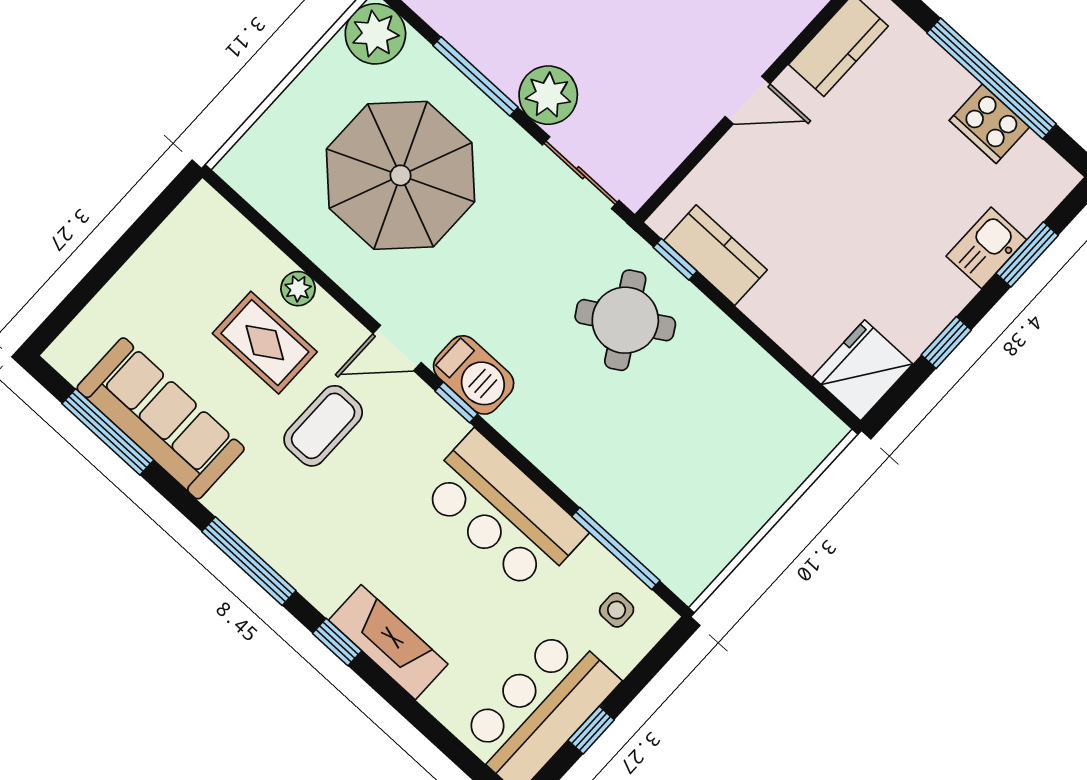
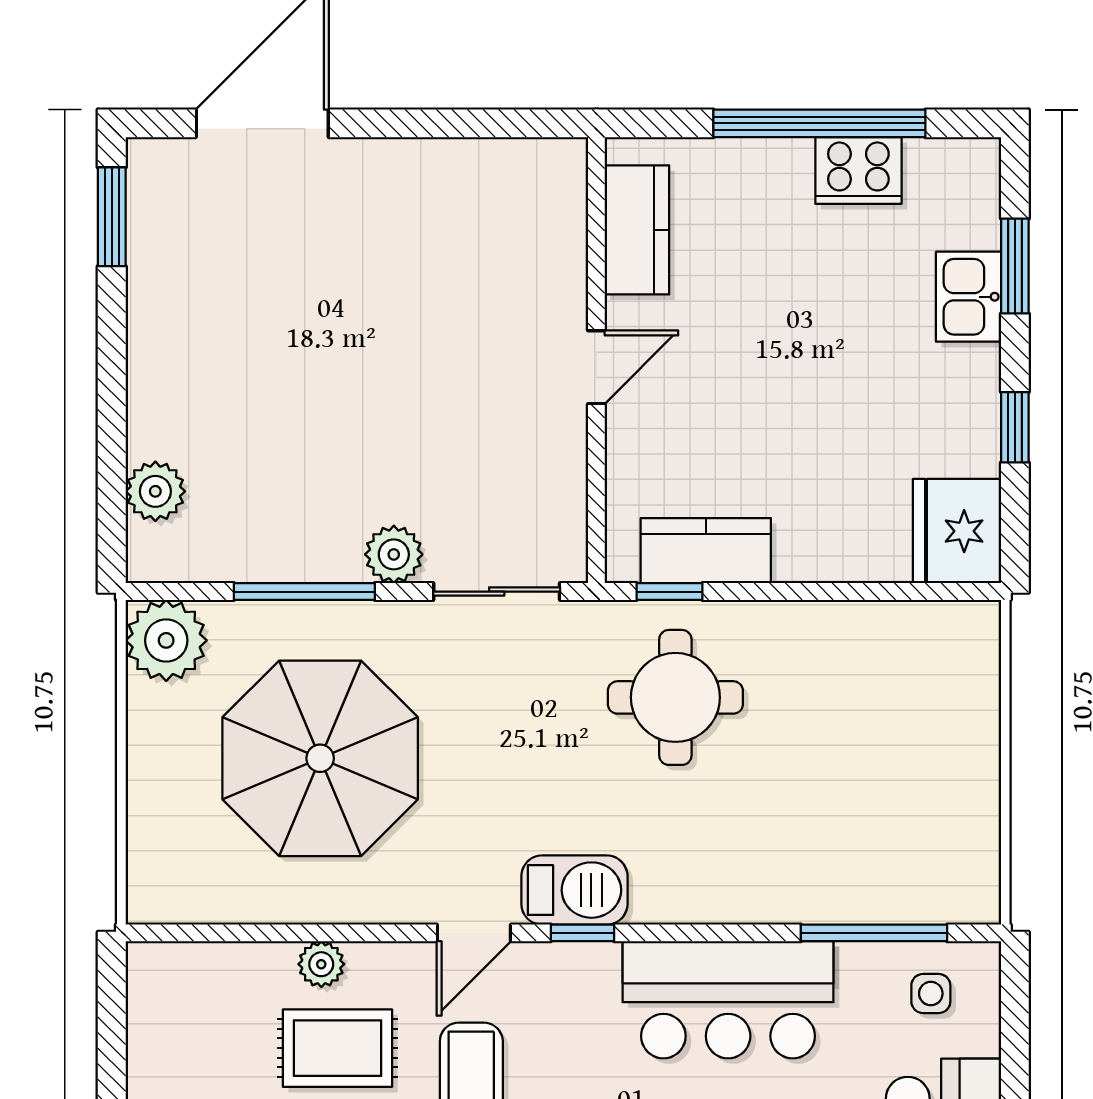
plant: (548, 95) -> (394, 554), width x0.73, depth x0.73
round table: (625, 320) -> (675, 697), turned 31

